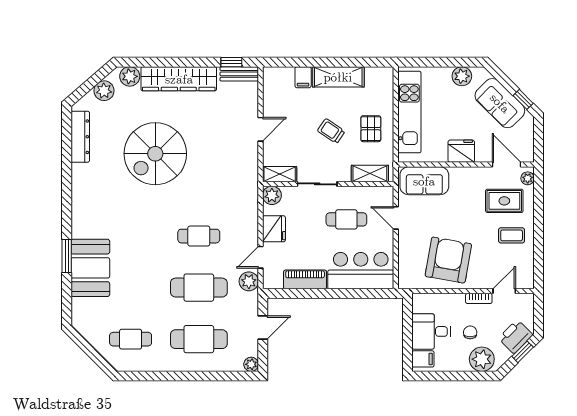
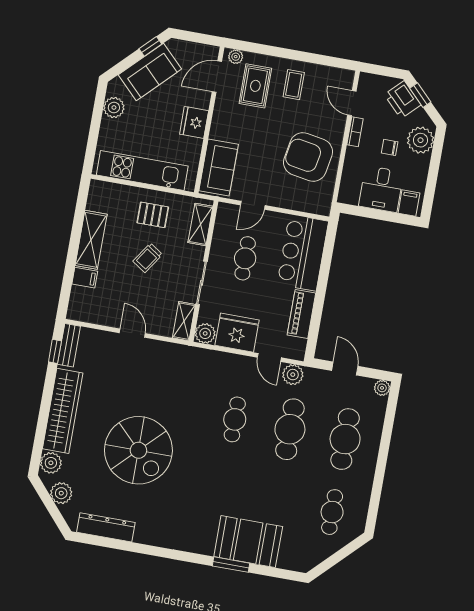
fridge: (274, 229) -> (237, 333), width x1.36, depth x1.34

